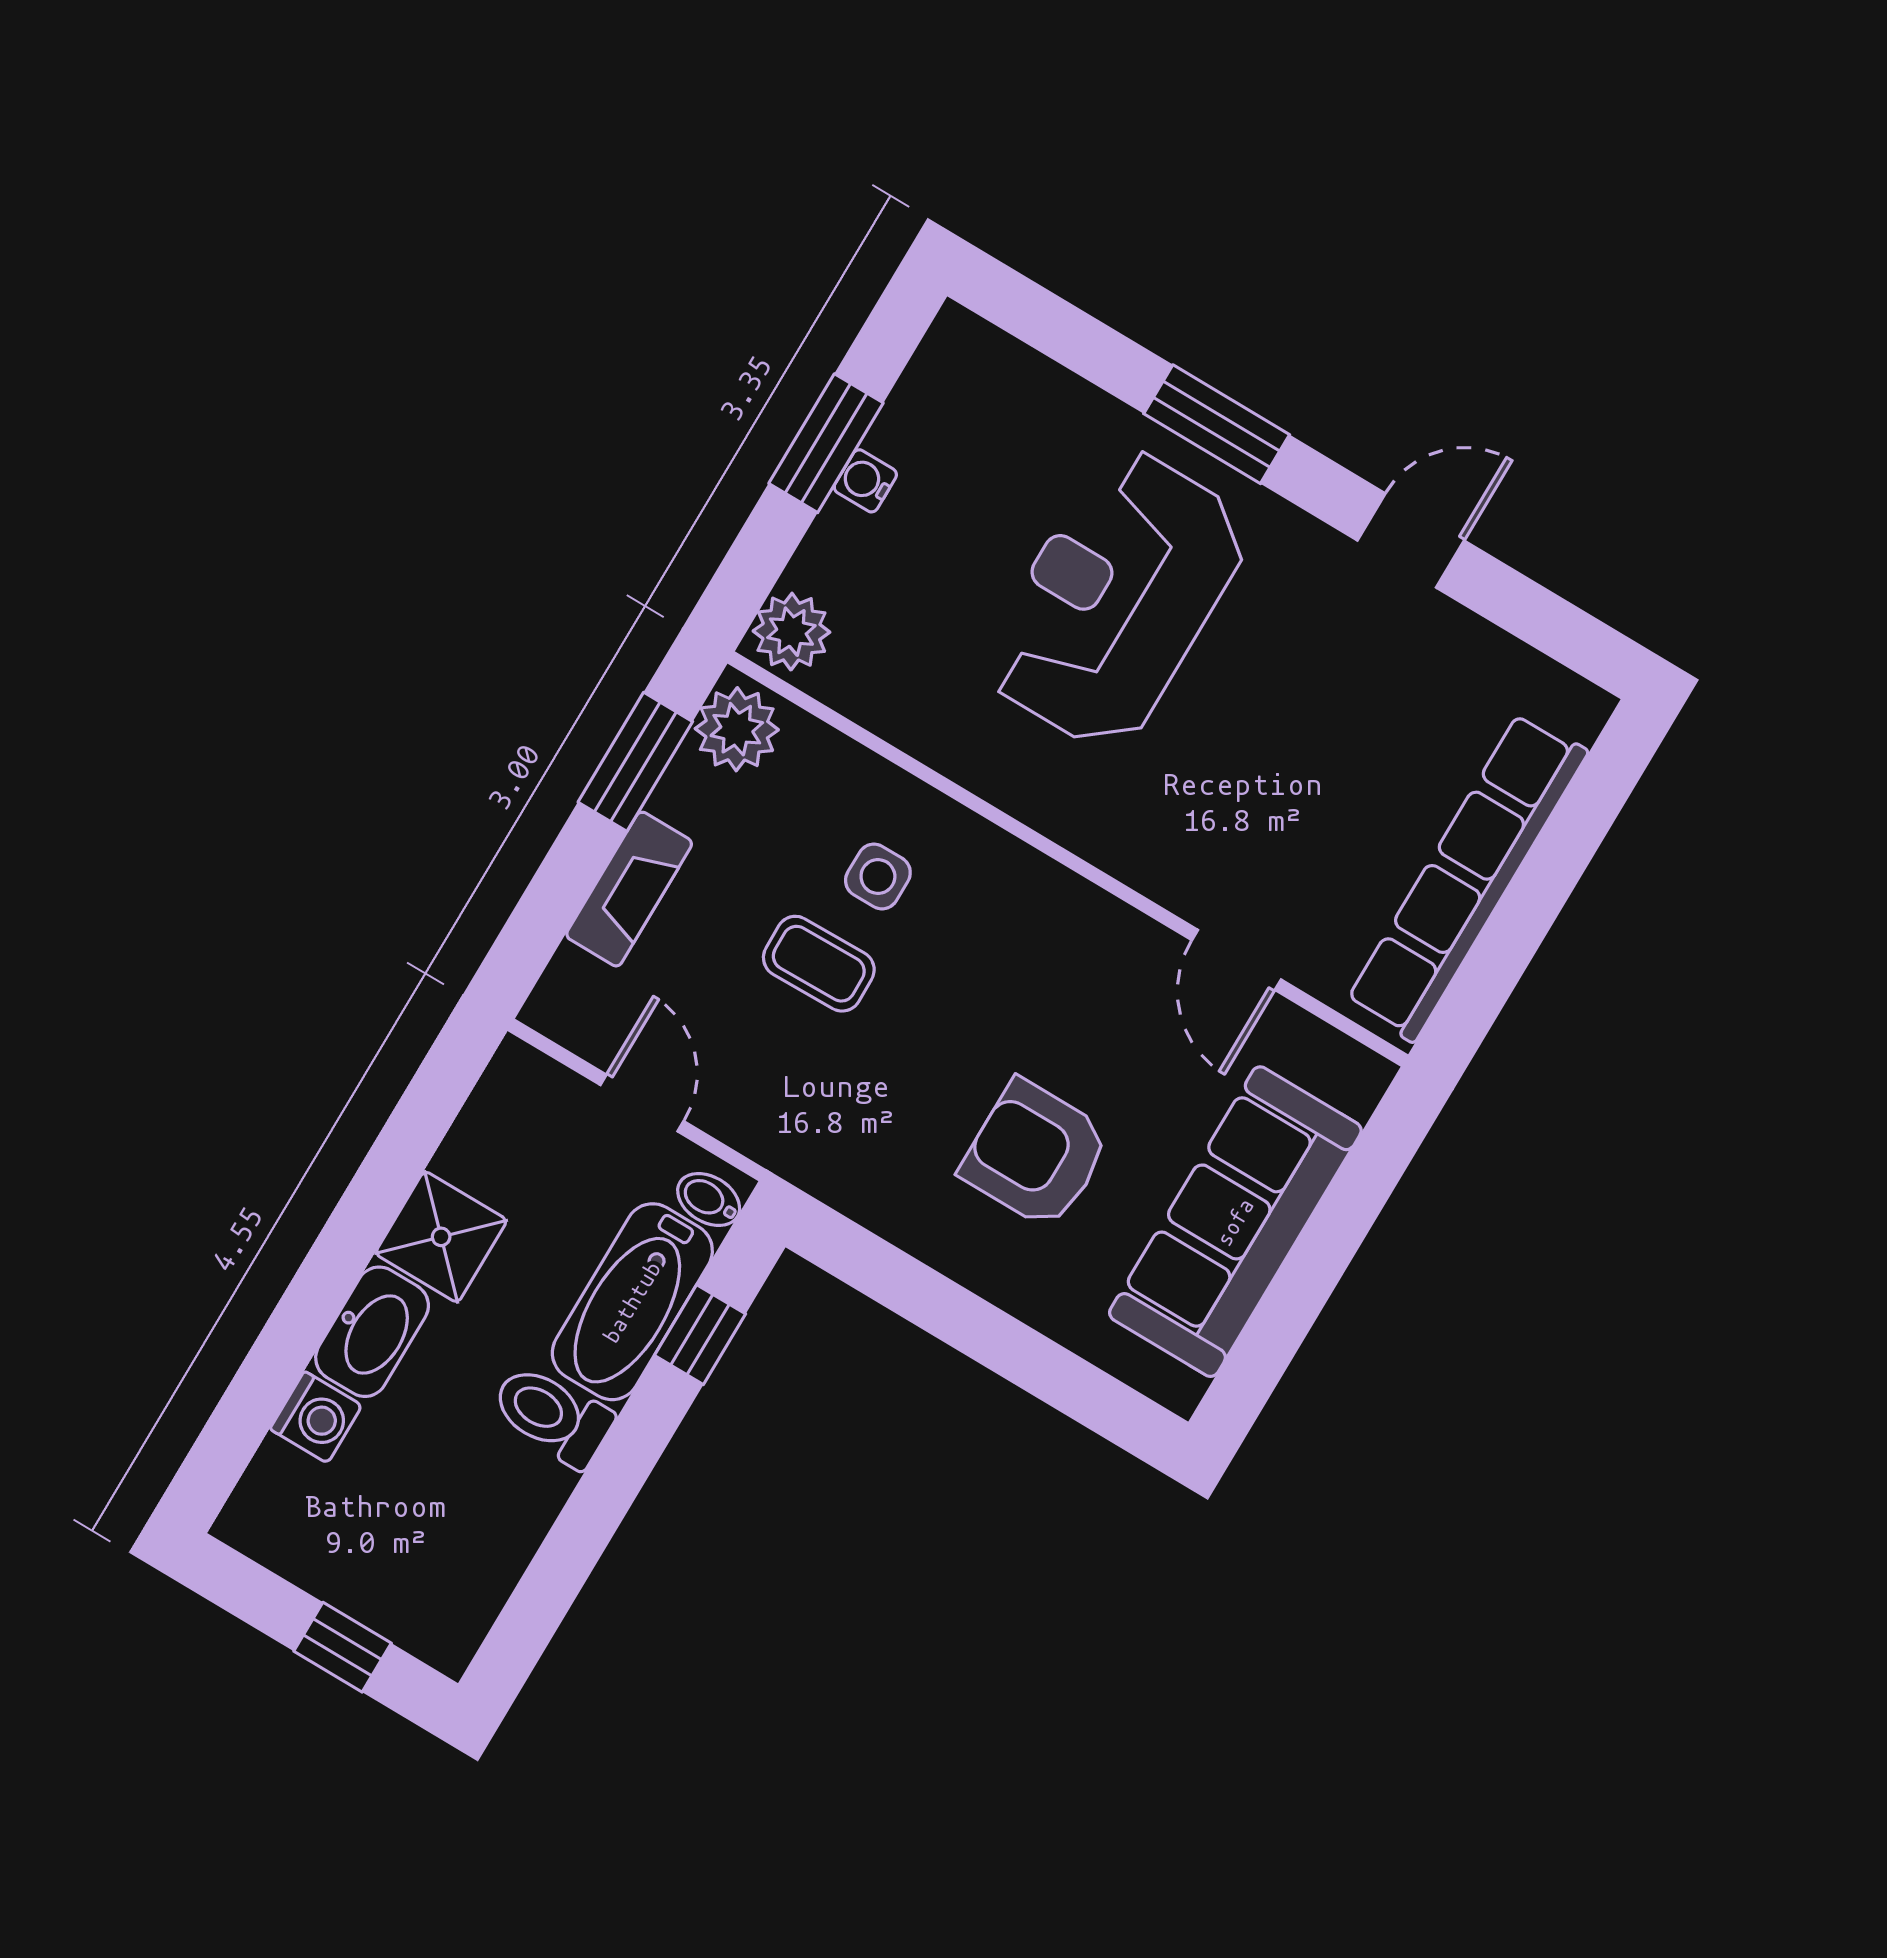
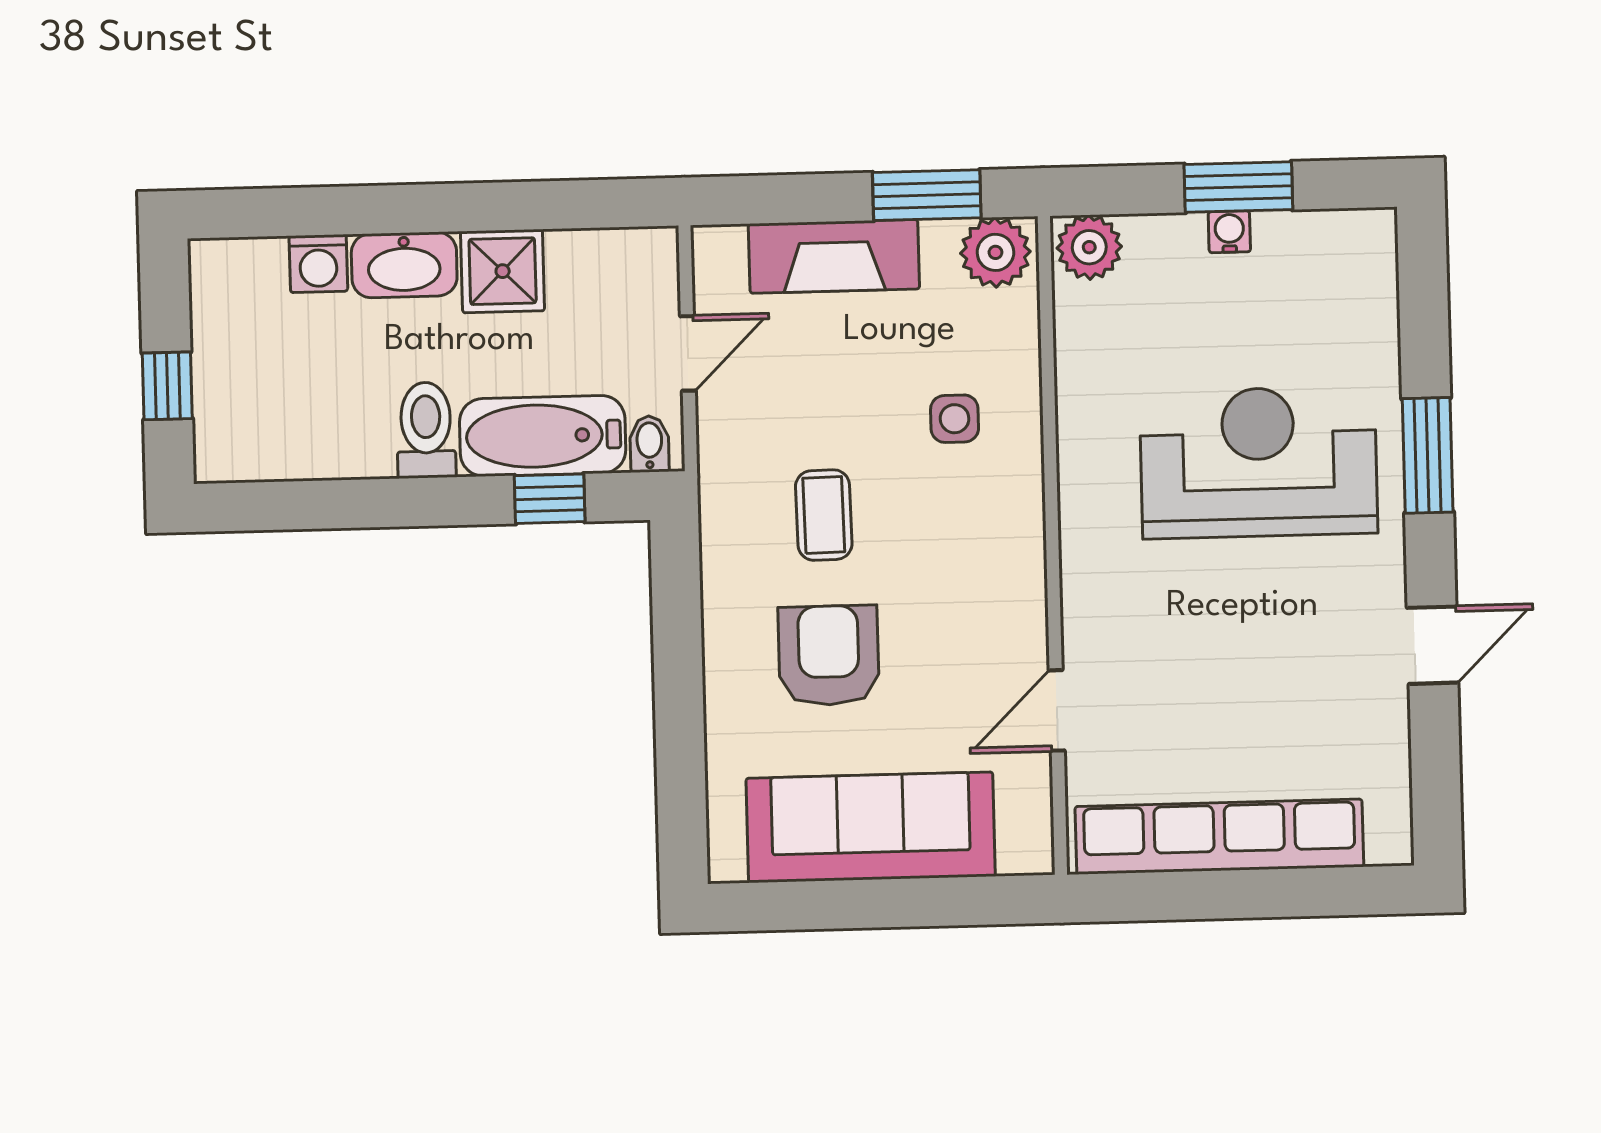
door: (1411, 540) -> (1433, 645), hinge flipped
fireplace: (629, 889) -> (834, 256), width x1.37, depth x1.32
coffee table: (819, 964) -> (824, 515), moved

